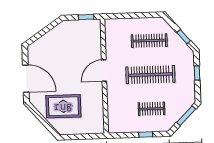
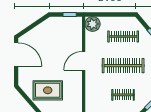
plant: (113, 27) -> (93, 24), added
door: (26, 79) -> (16, 55), moved

